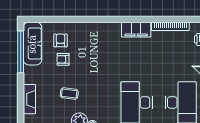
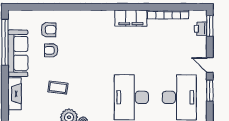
armchair: (61, 40) -> (49, 30), turned 90
sofa: (32, 44) -> (18, 53), moved

